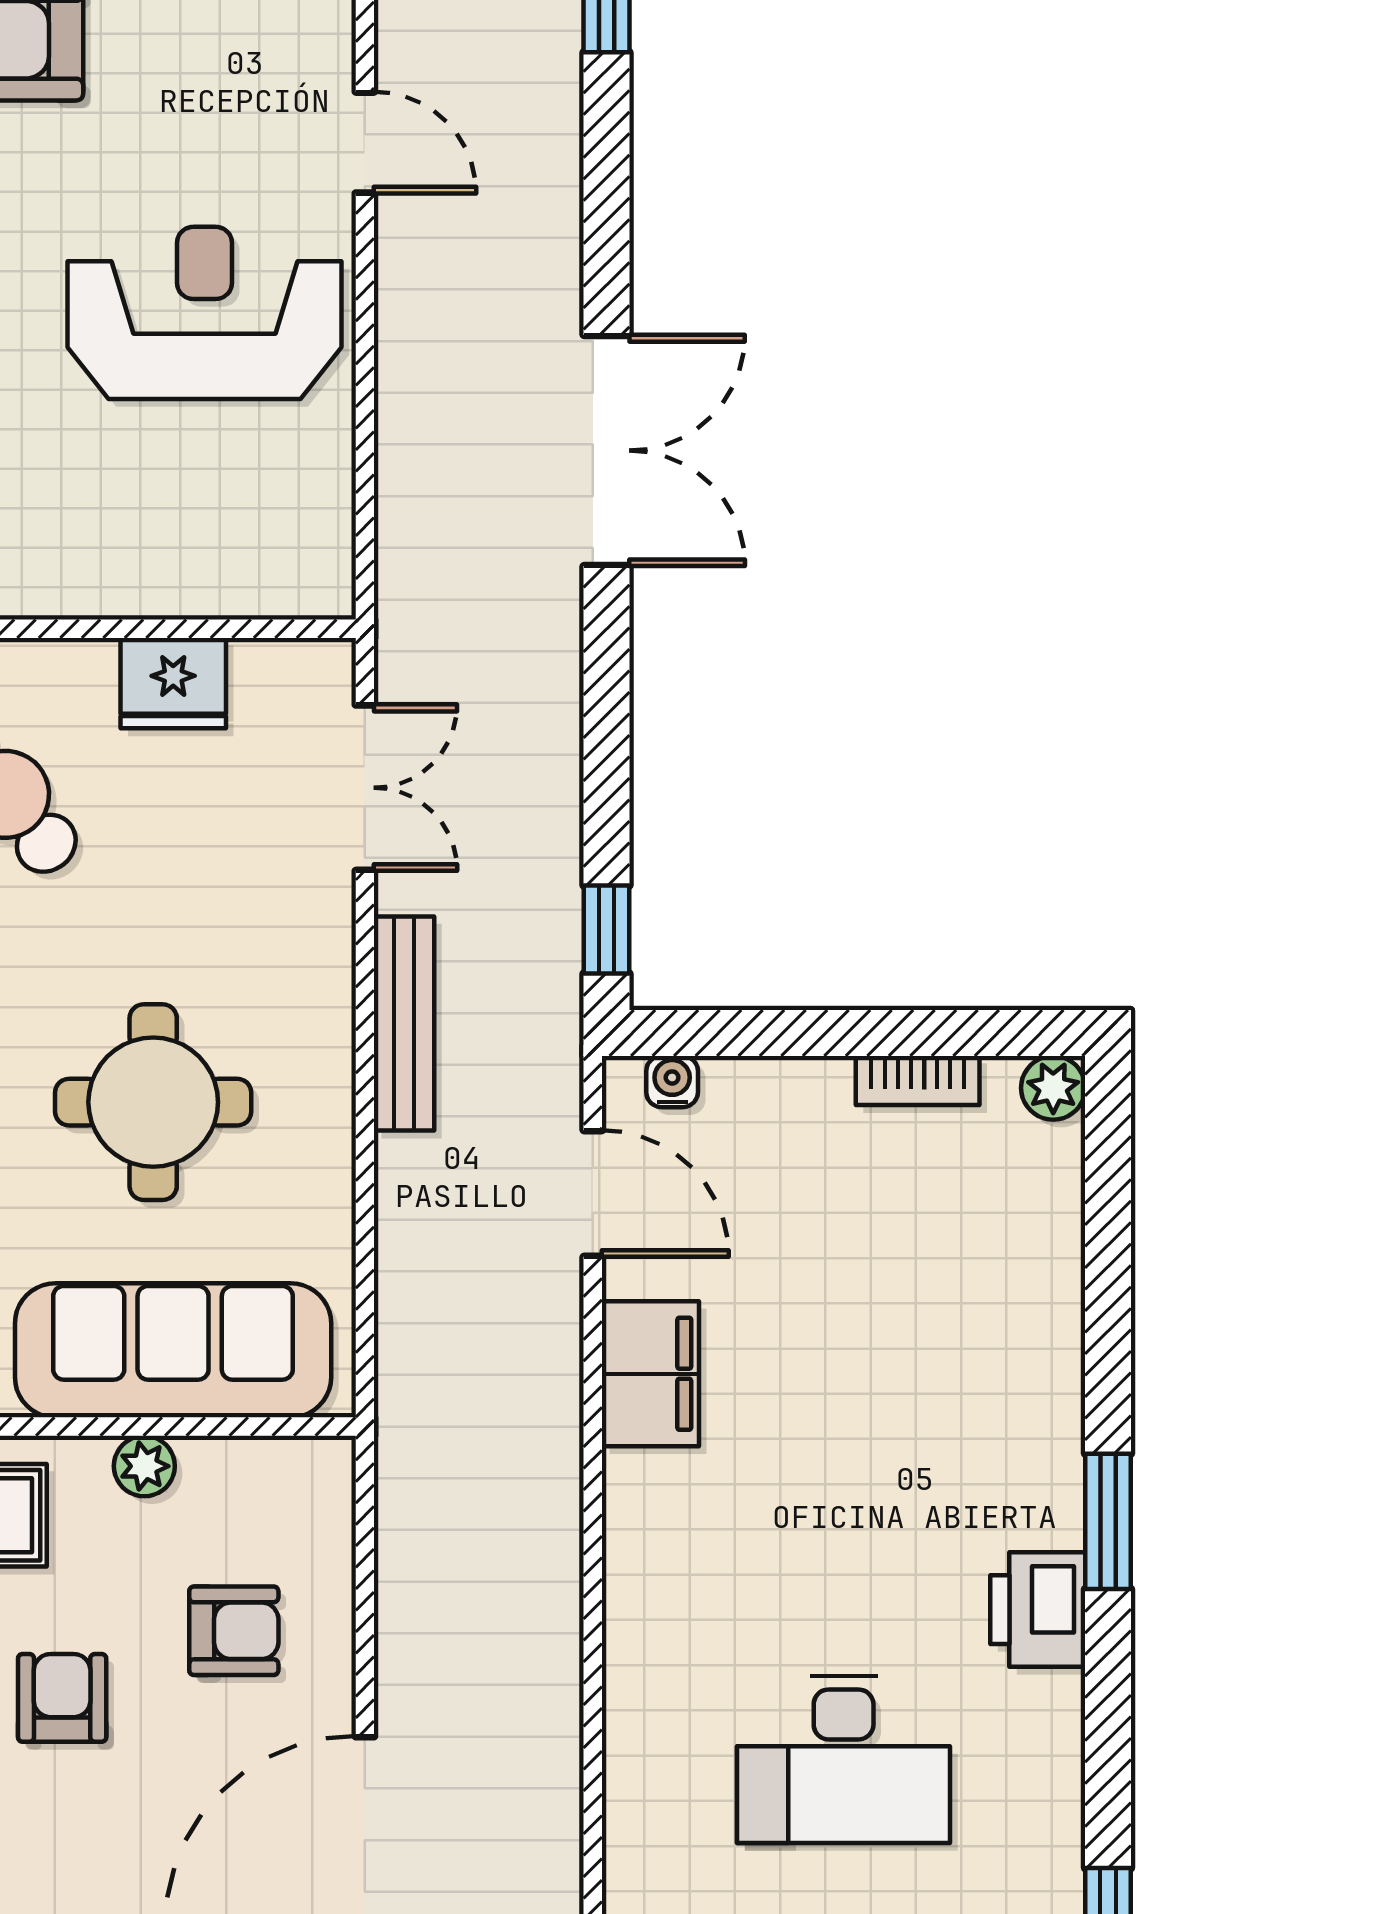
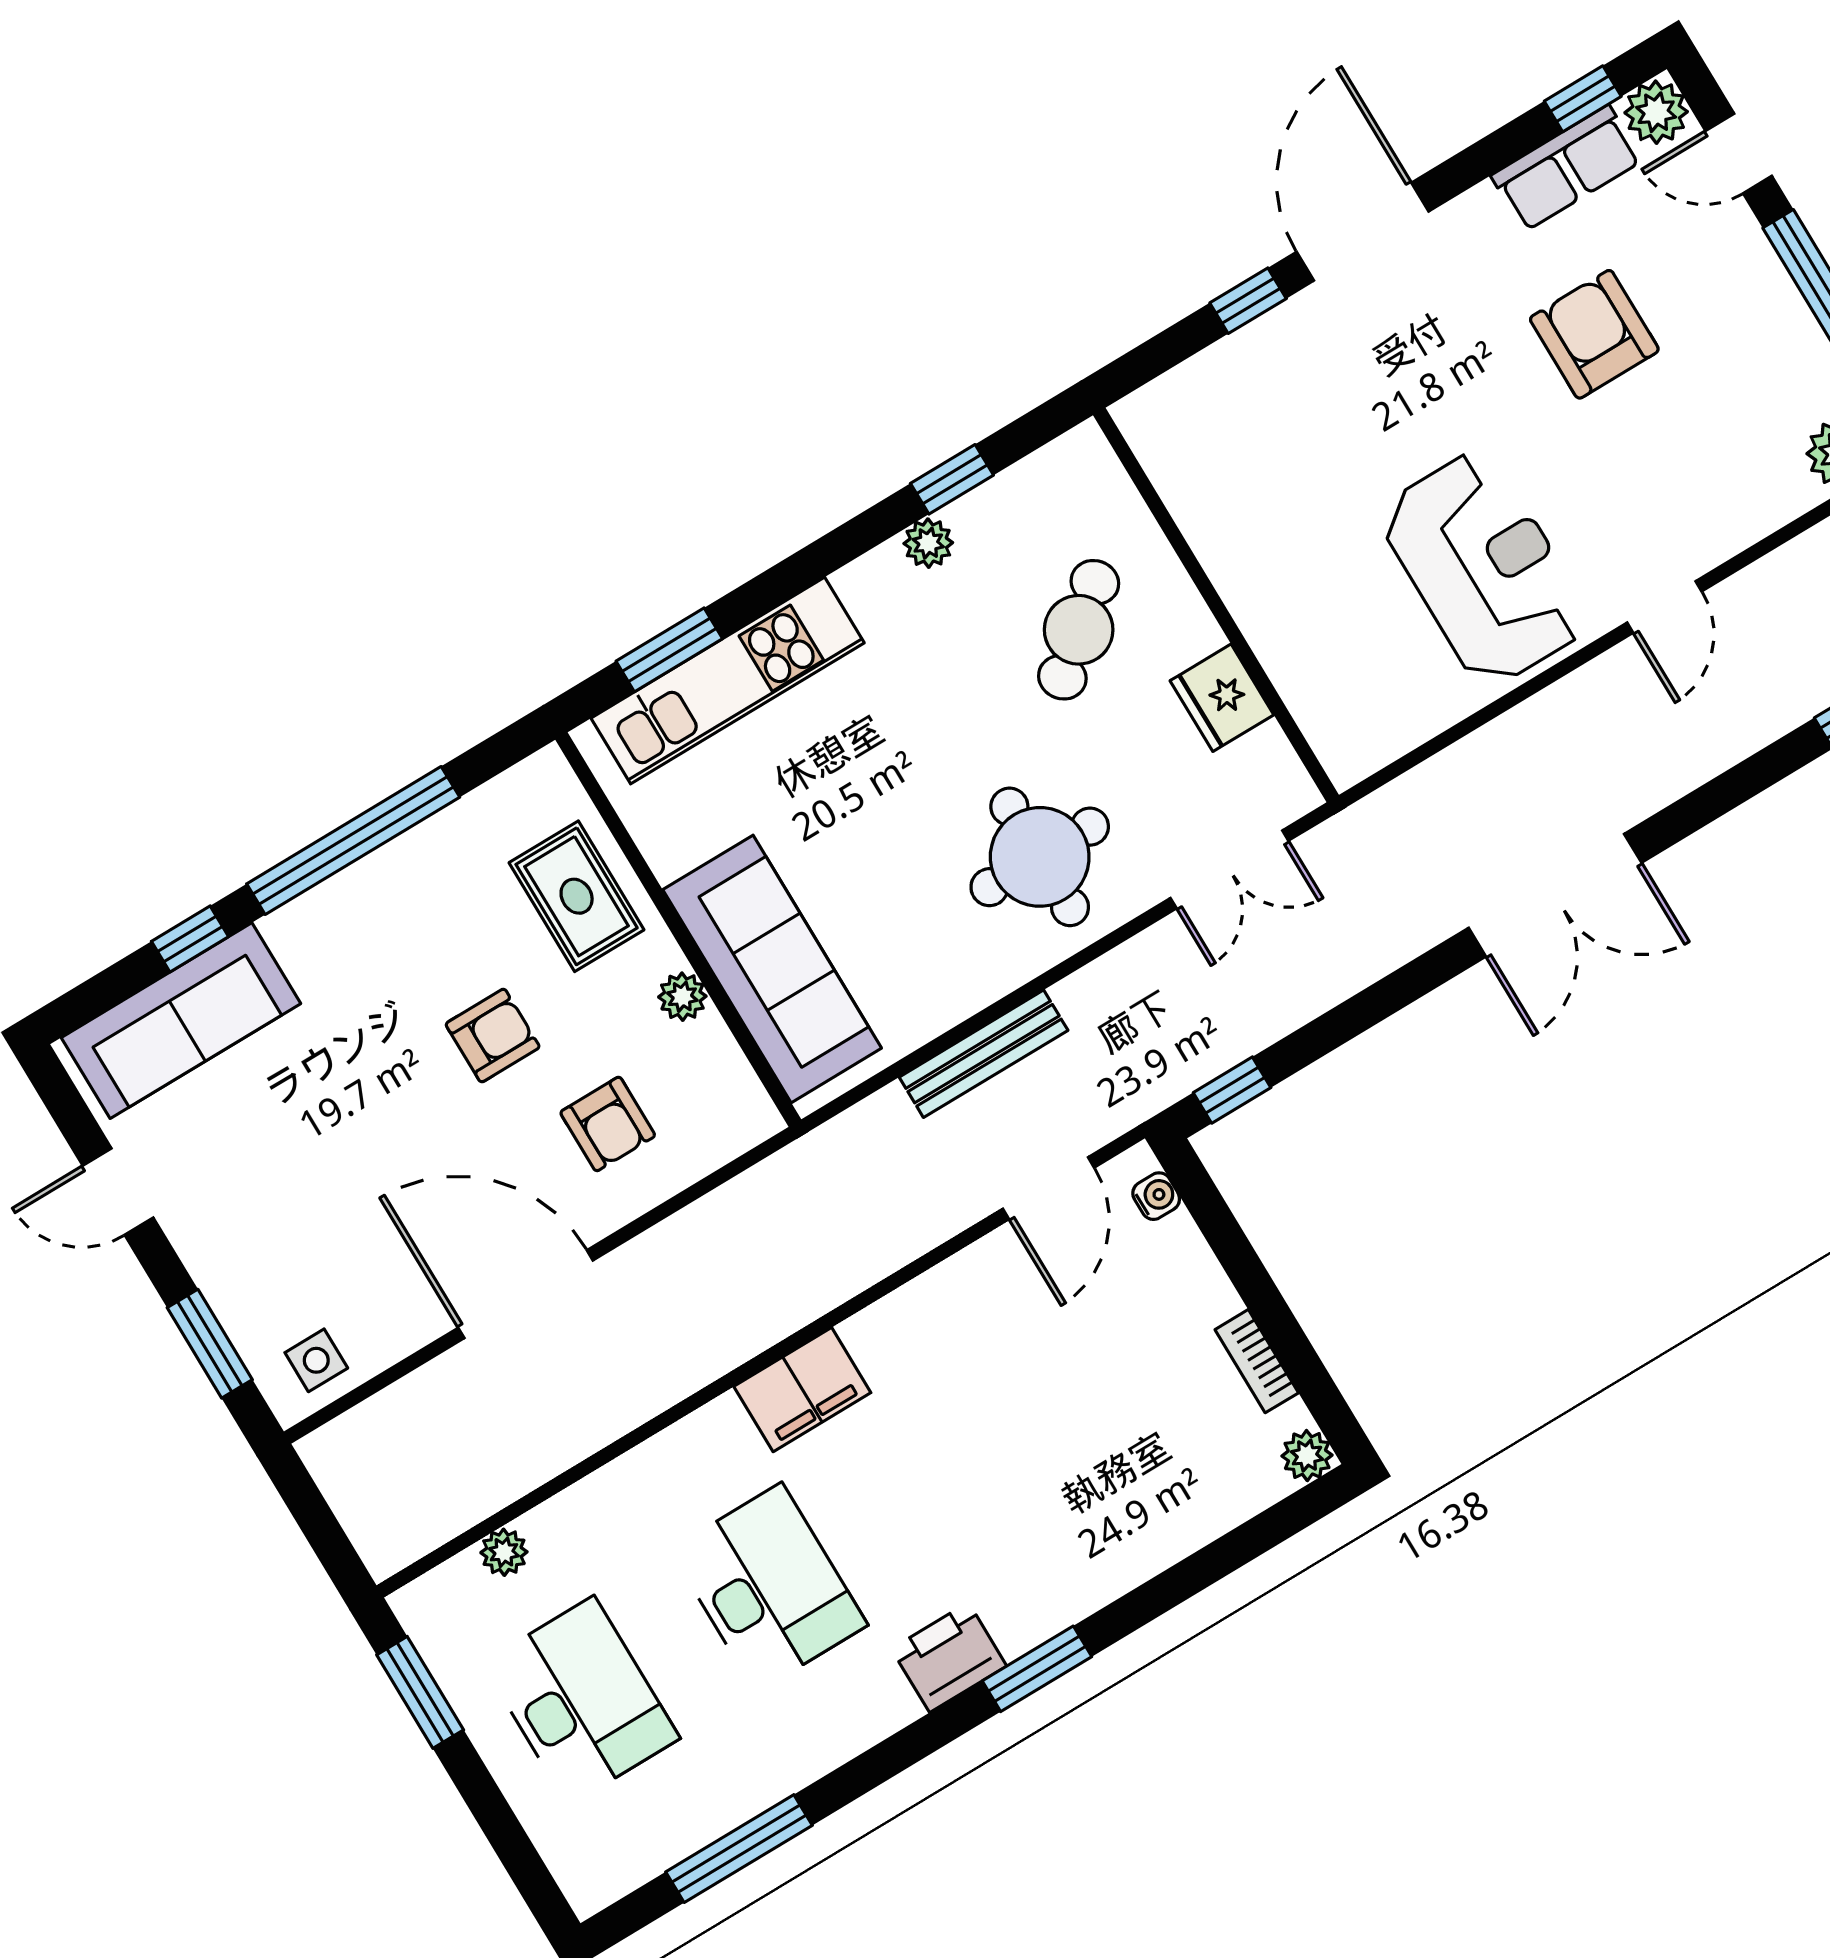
bench: (404, 1024) -> (984, 1054), moved
round table: (153, 1102) -> (1040, 857), moved
filing cabinet: (650, 1374) -> (802, 1390), moved
desk: (844, 1760) -> (769, 1587), turned 180

